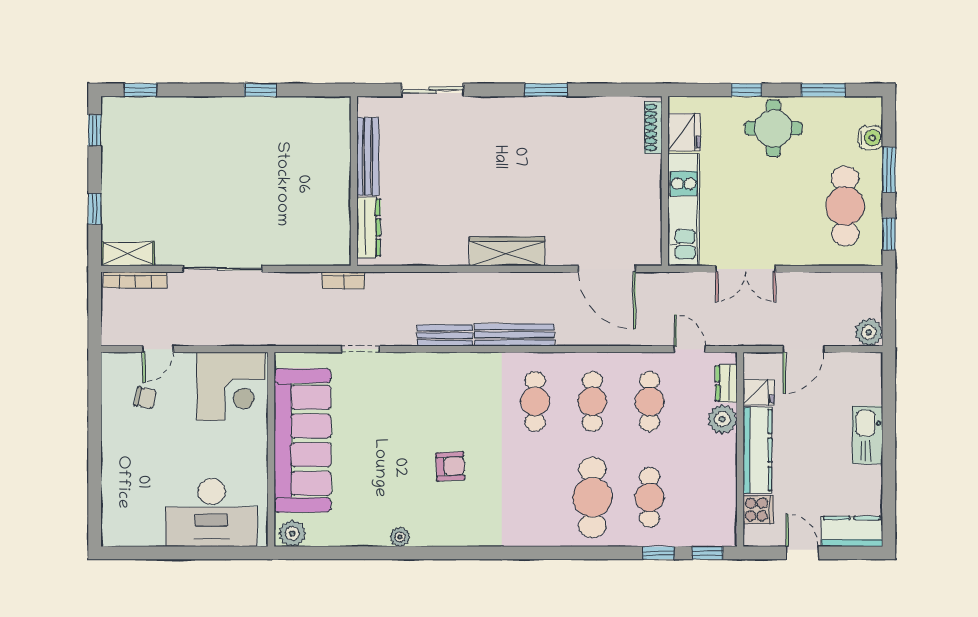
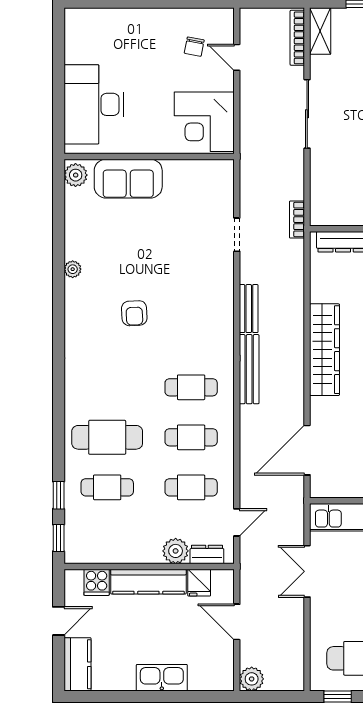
wardrobe: (507, 251) -> (325, 350), width x1.40, depth x1.17
sofa: (302, 440) -> (128, 179), width x0.54, depth x0.79

